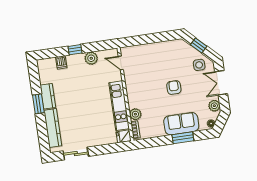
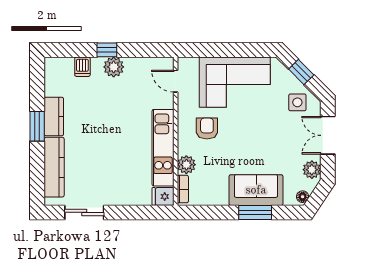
plant: (91, 58) -> (114, 67), moved
corner sofa: (158, 58) -> (235, 82), added
armchair: (174, 87) -> (207, 128), moved

